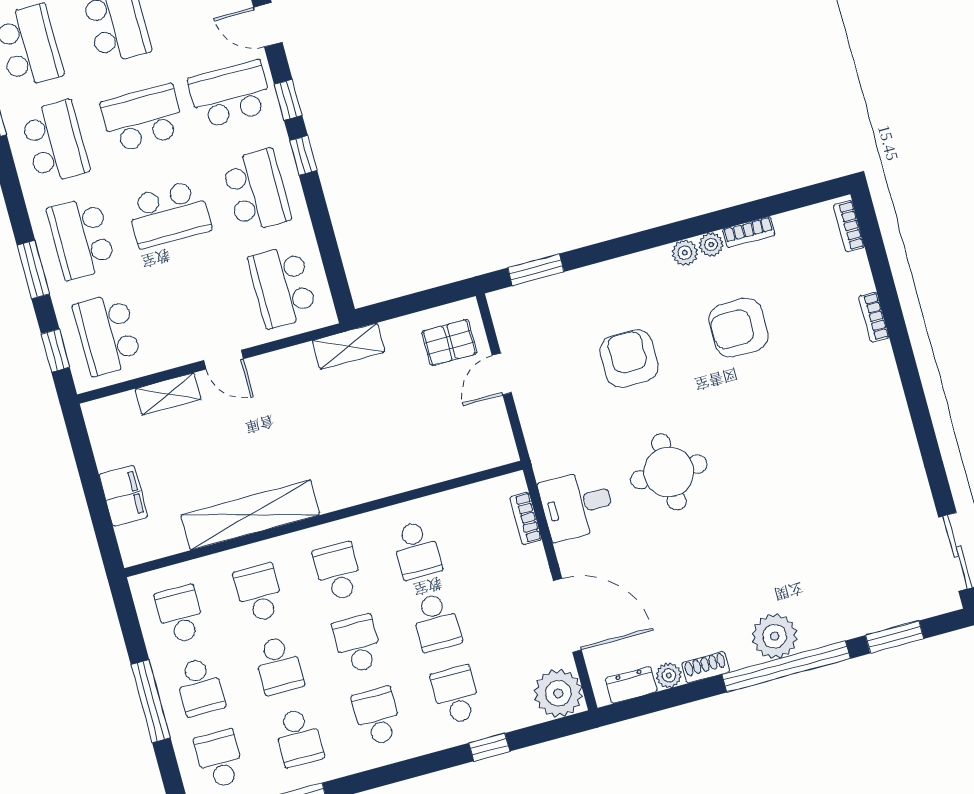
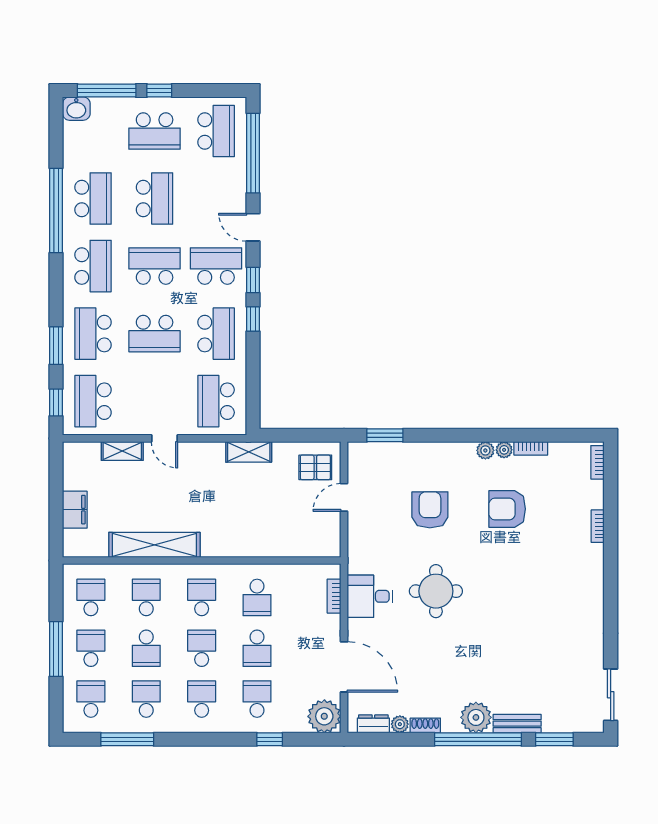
bench: (836, 629) -> (517, 724), added
school desk: (200, 687) -> (91, 648), turned 180
school desk: (298, 738) -> (146, 699), turned 180

